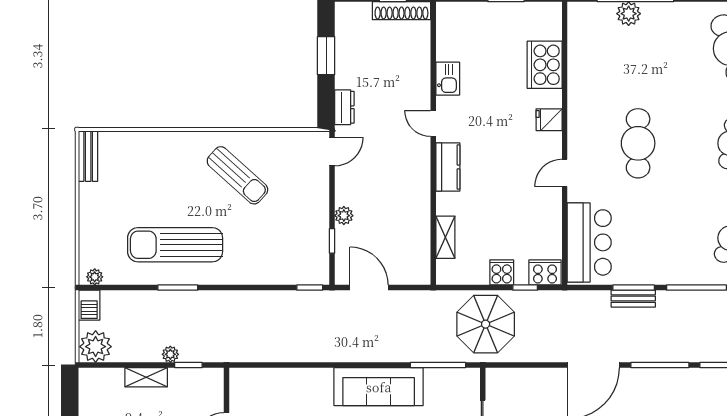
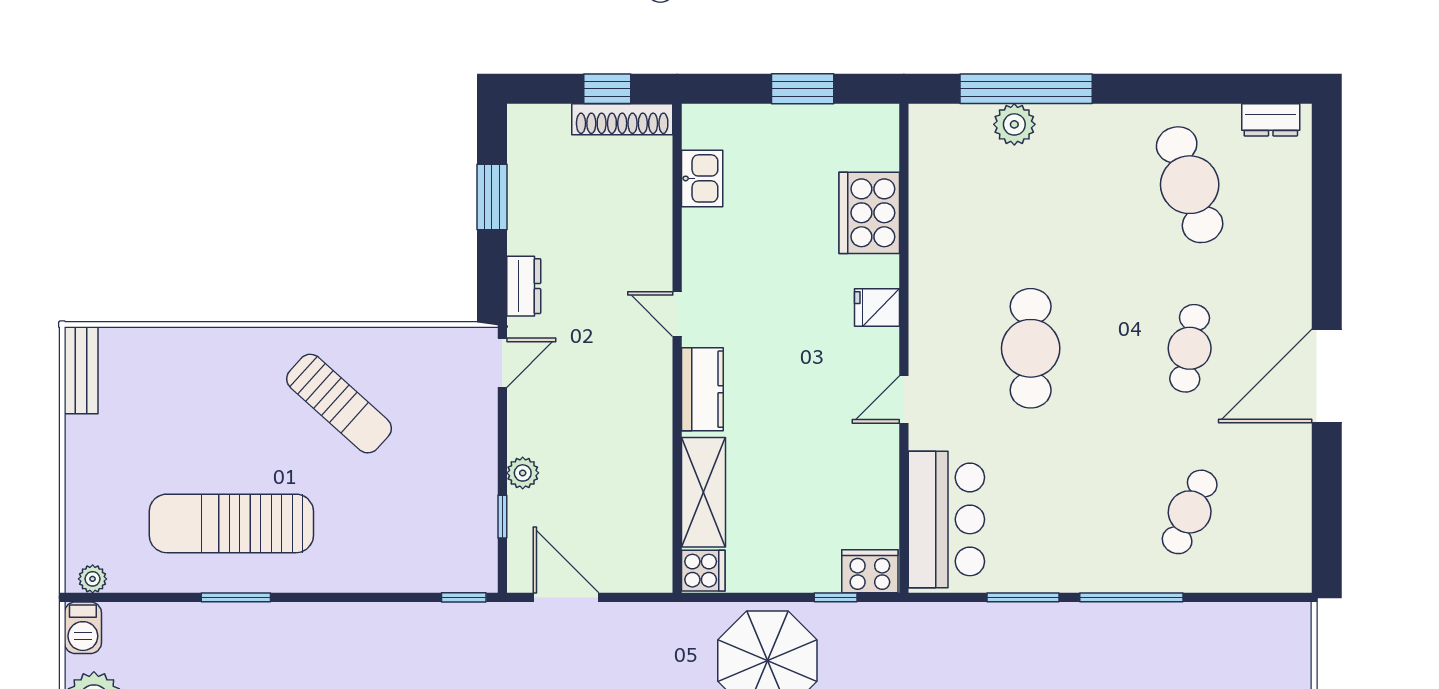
kitchen sink: (448, 79) -> (702, 178), moved
shelving: (445, 237) -> (703, 492), width x1.50, depth x1.33
cooker: (502, 272) -> (703, 571), moved, turned 90
bench: (633, 299) -> (1022, 616), removed

